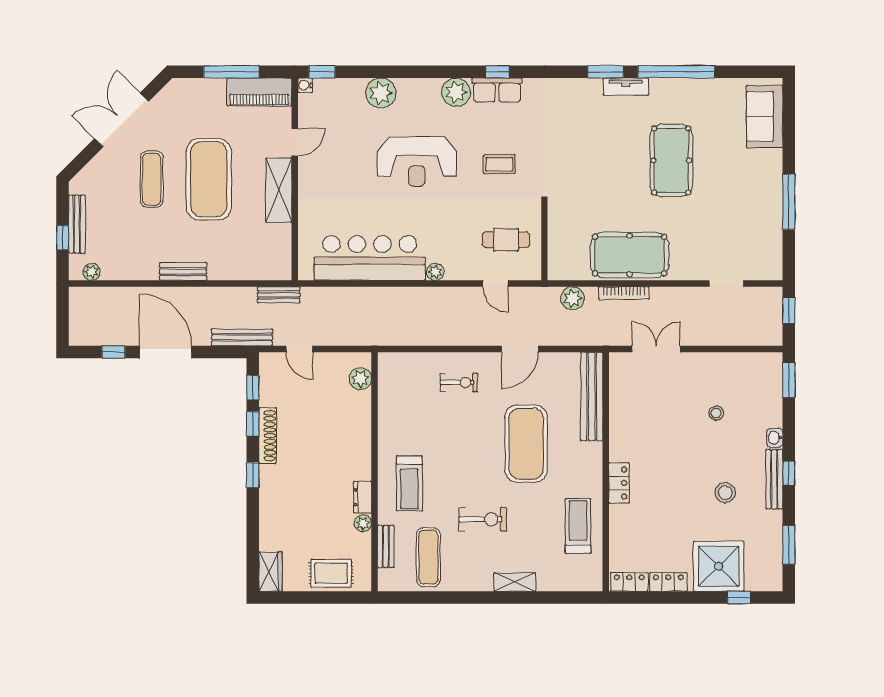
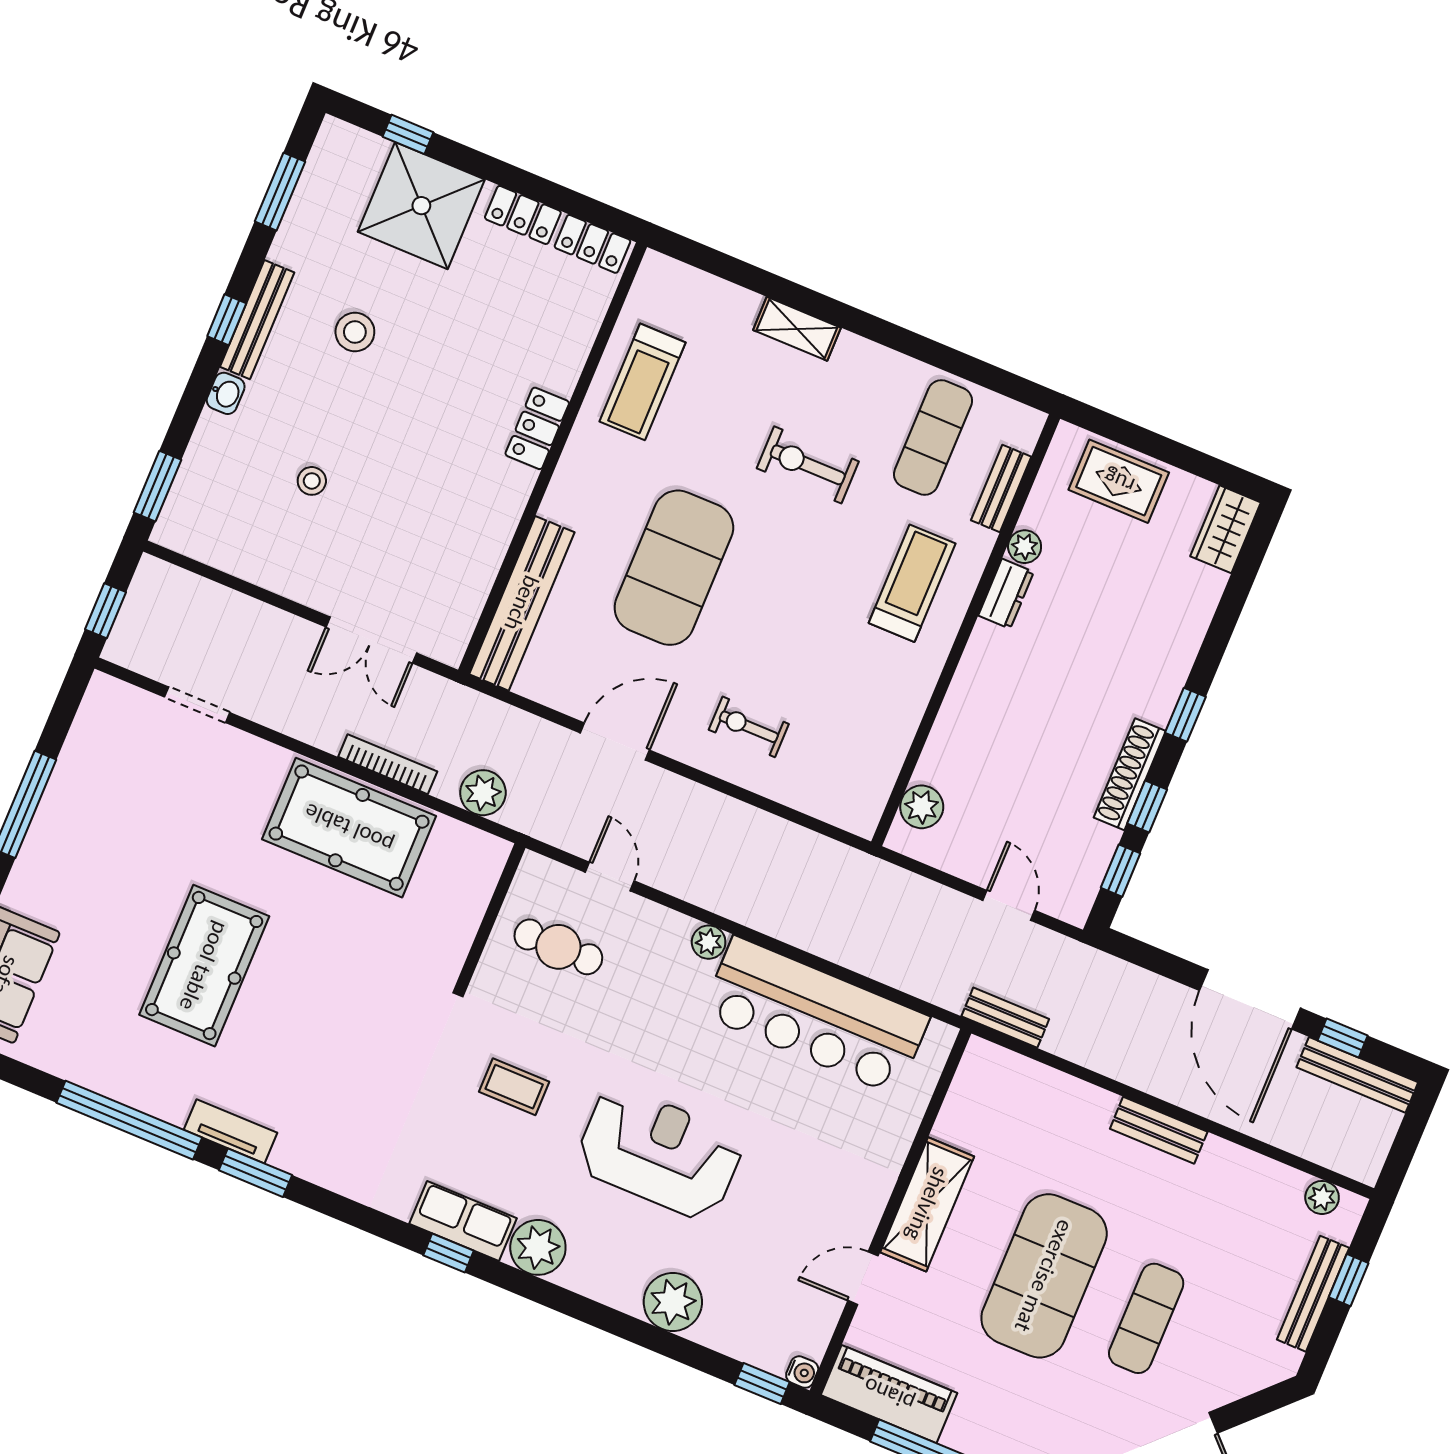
bench: (242, 337) -> (1357, 1075), moved

